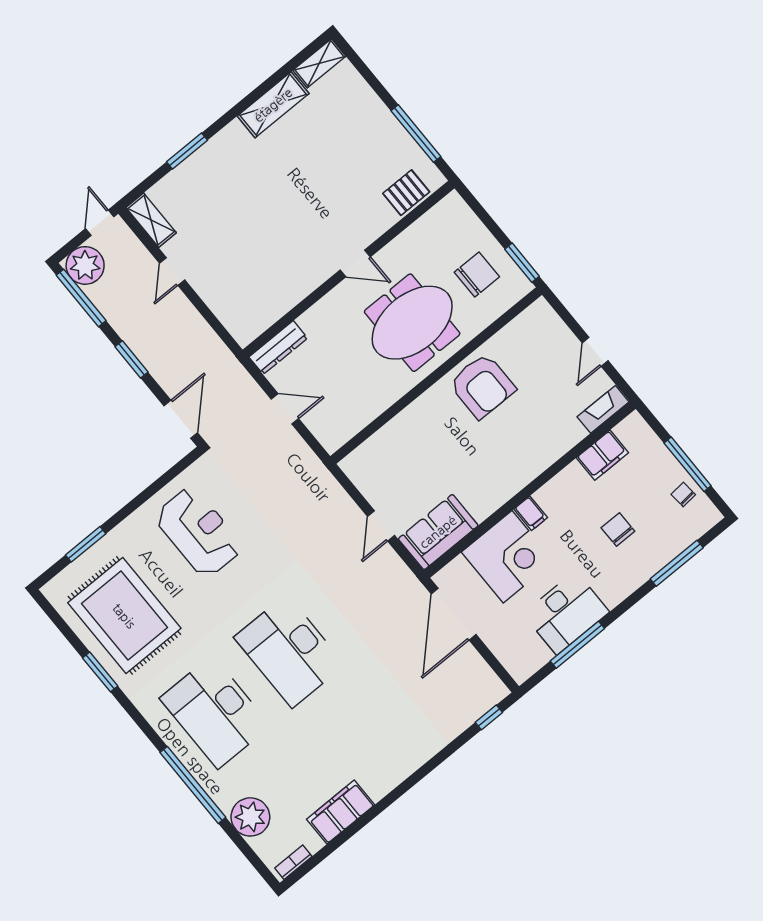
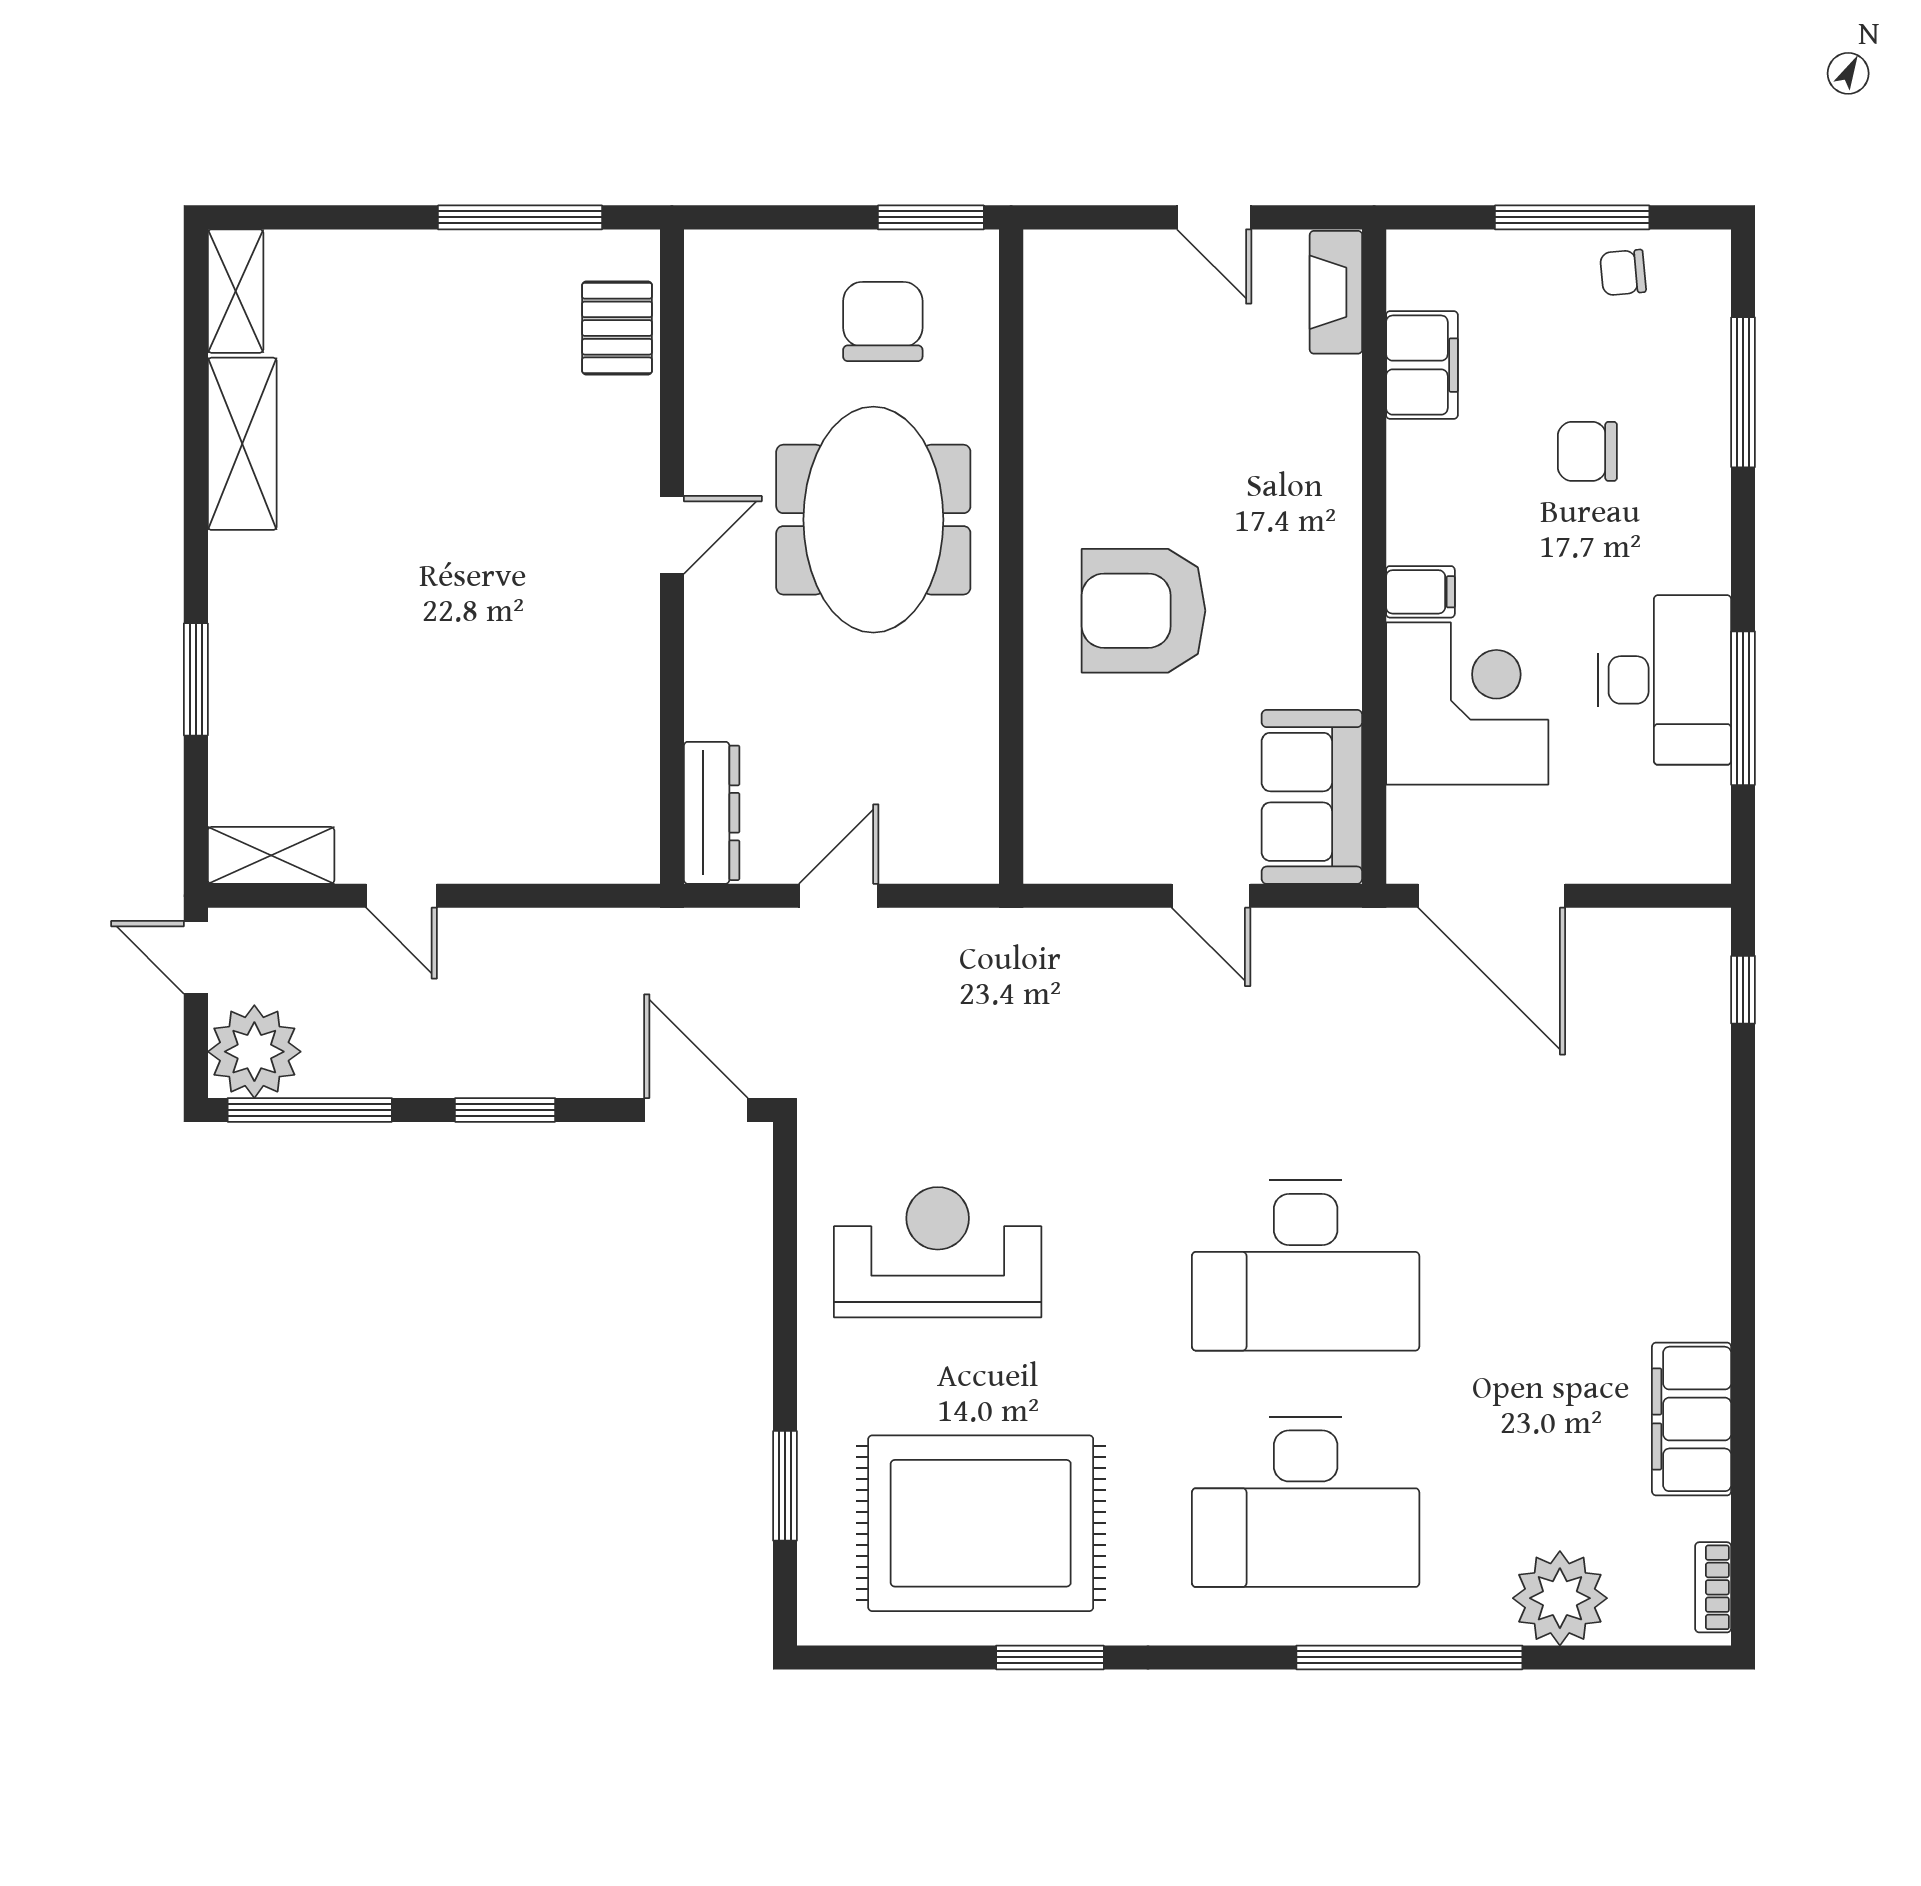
armchair: (482, 386) -> (1143, 611), moved, turned 180

